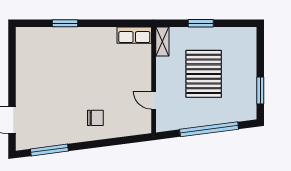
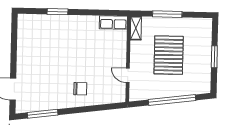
window: (201, 23) -> (167, 14), width x1.44
window: (260, 90) -> (214, 57), moved

